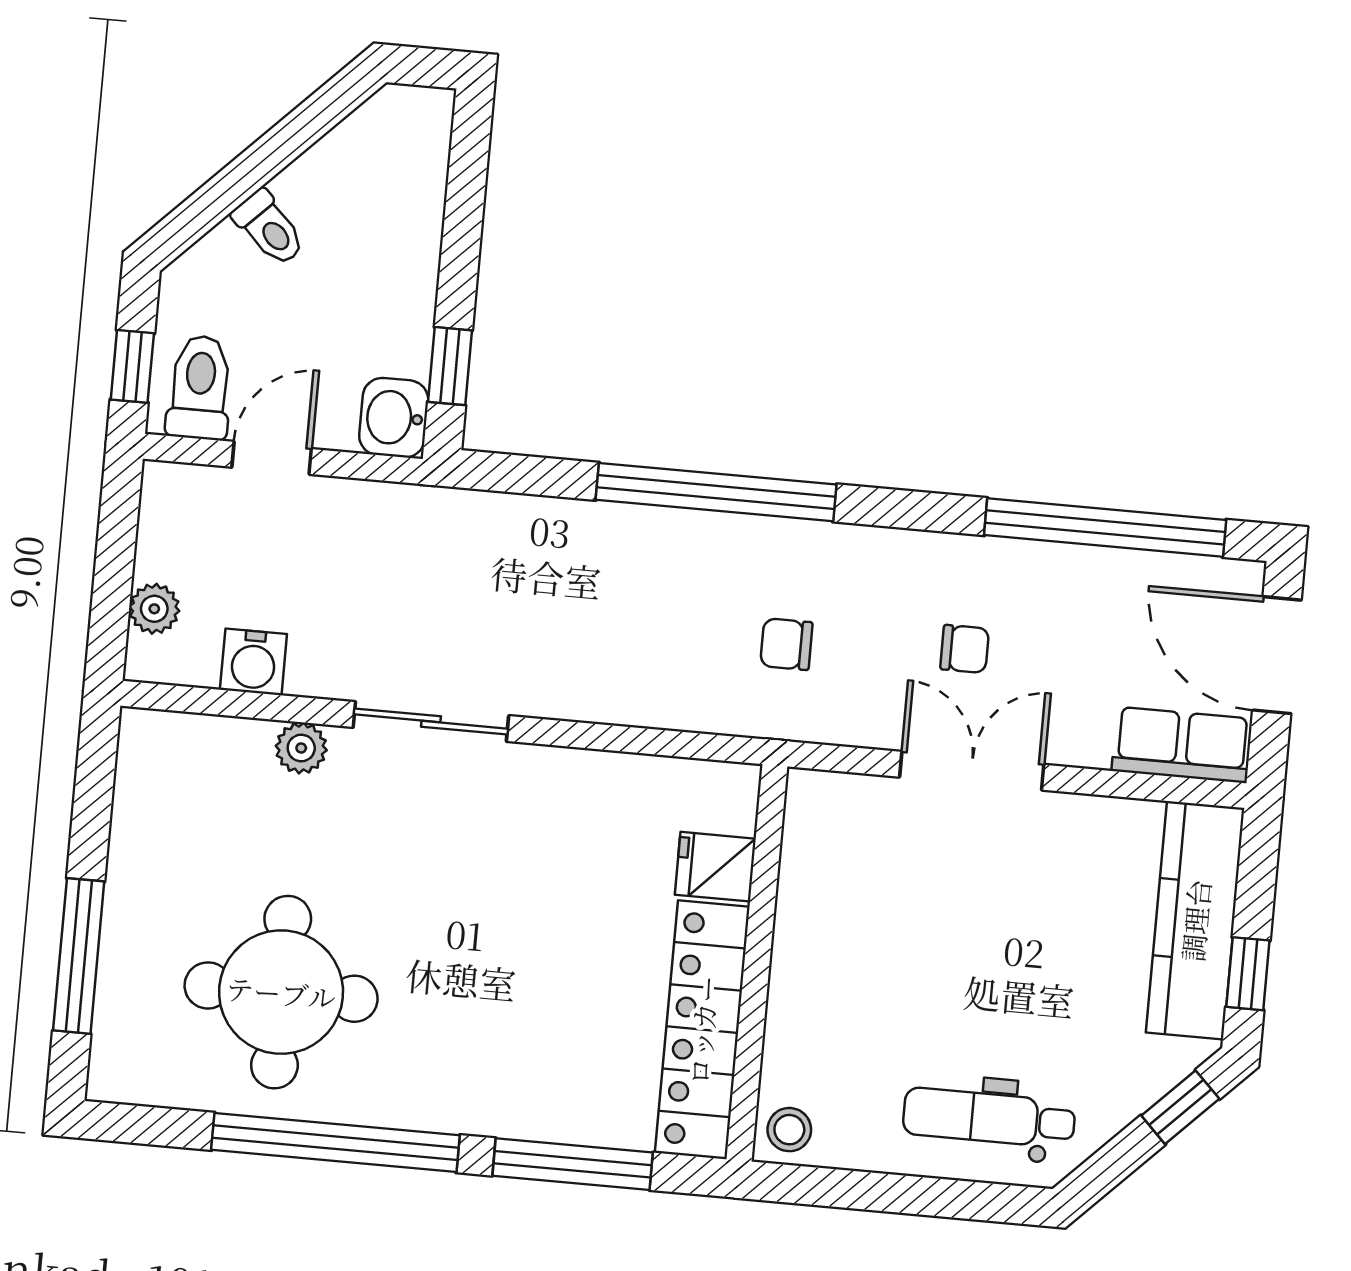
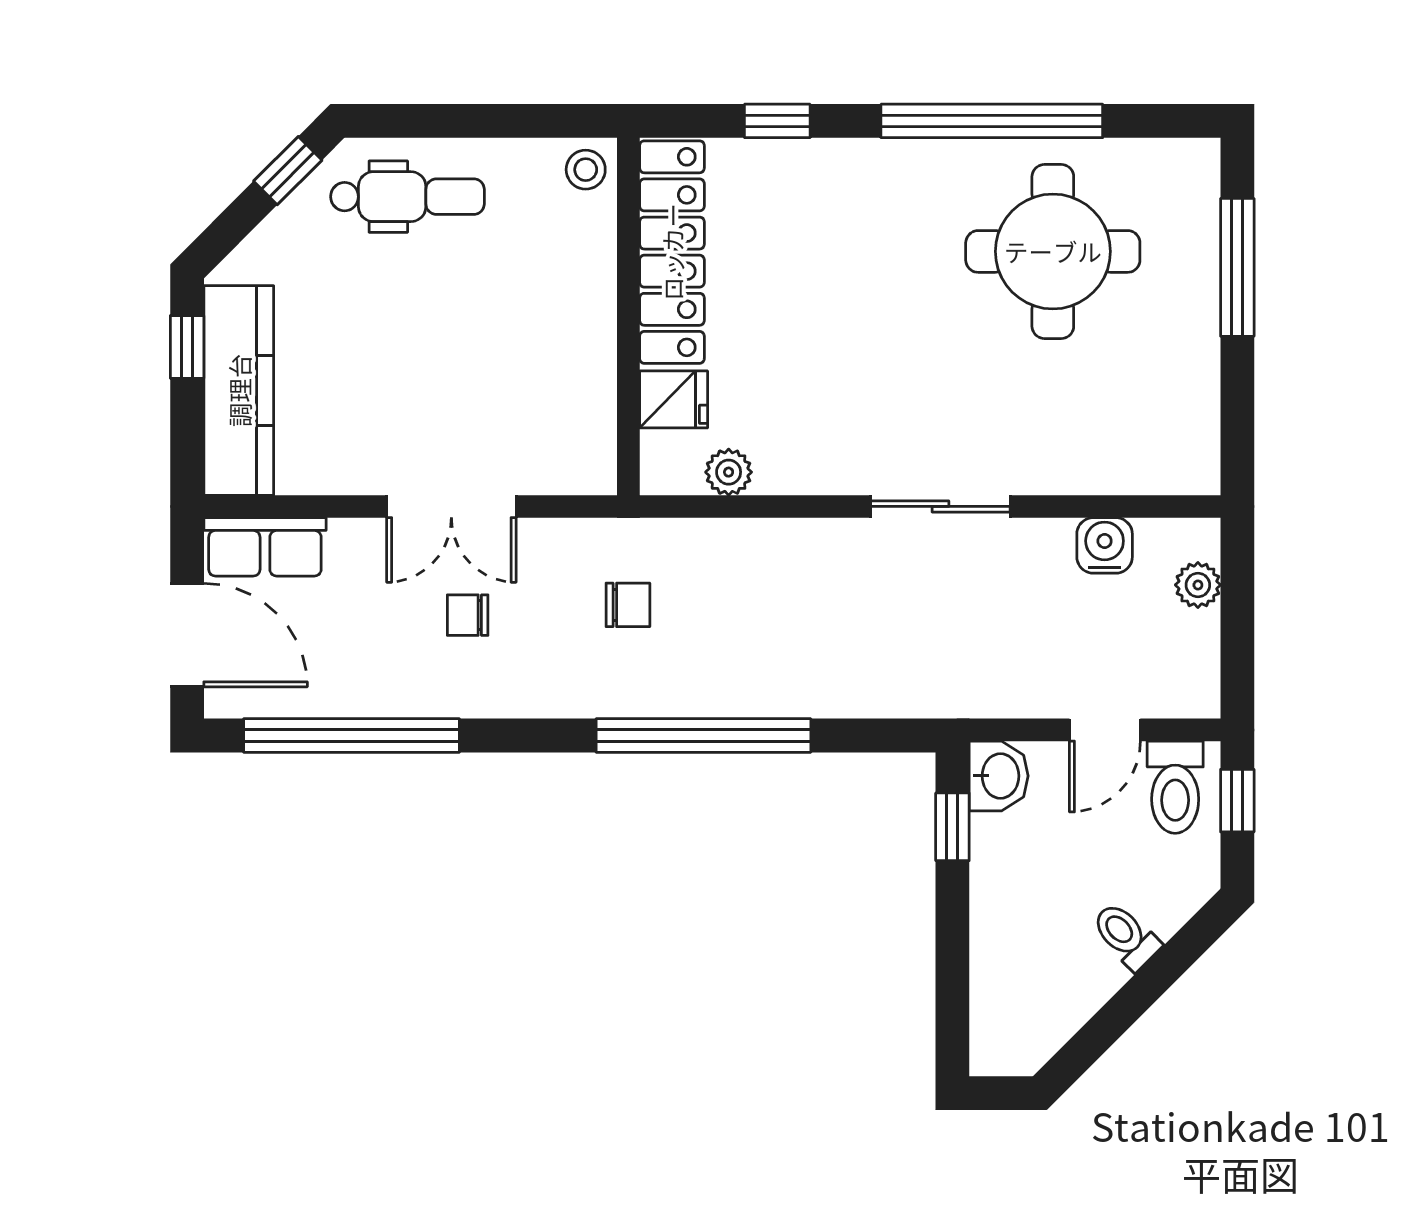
plant: (301, 748) -> (729, 472), moved
window: (1180, 1107) -> (288, 171), moved
window: (573, 1164) -> (777, 121), width x0.46

